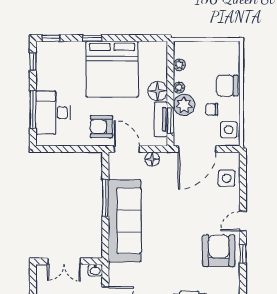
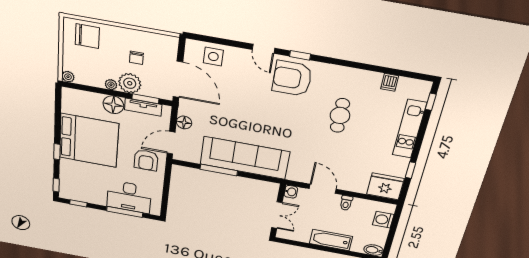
plant: (179, 65) -> (68, 77), moved
chair: (227, 86) -> (87, 36), moved, turned -90
side table: (229, 130) -> (160, 45), removed

